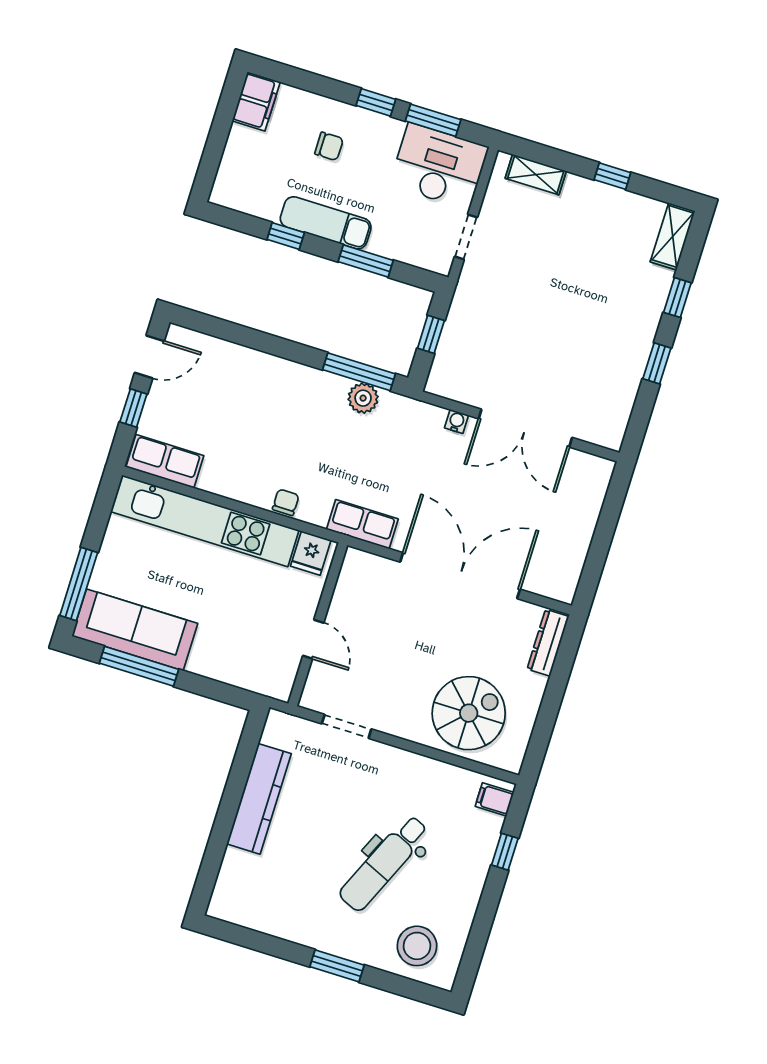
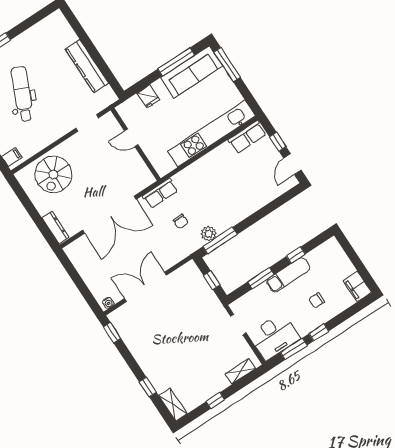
window: (657, 363) -> (112, 333), moved
water cooler: (456, 421) -> (108, 303), moved
chair: (286, 502) -> (181, 221), moved
fridge: (311, 553) -> (148, 97), moved, turned 180

